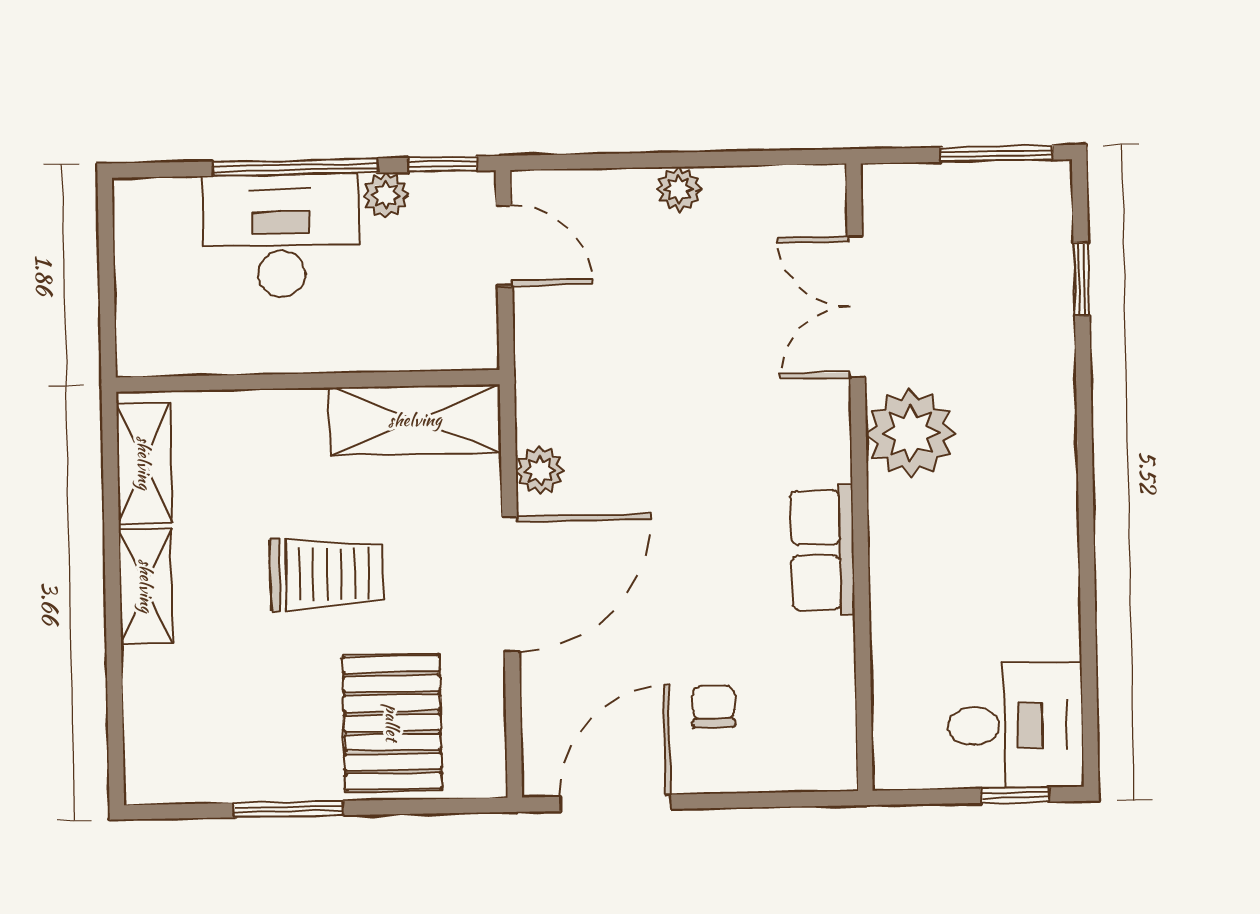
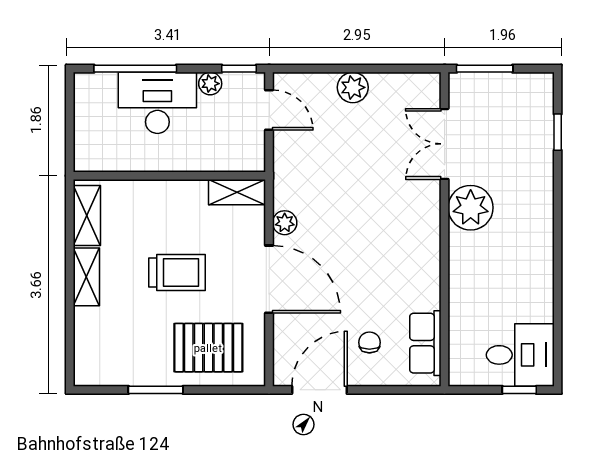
window: (997, 154) -> (485, 69), moved
window: (295, 167) -> (135, 69), moved
plant: (679, 189) -> (353, 87), width x1.38, depth x1.38
shelving: (415, 420) -> (237, 192), width x0.67, depth x0.75
row of seats: (823, 550) -> (425, 343), moved
door: (511, 584) -> (269, 279), hinge flipped
pallet: (392, 723) -> (208, 348), turned 90

